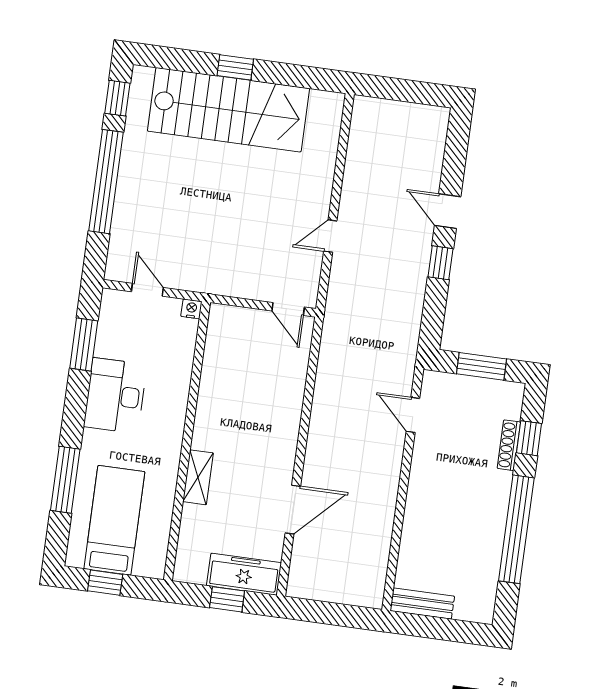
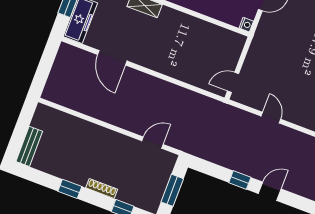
shoe rack: (509, 445) -> (102, 189), moved
window: (516, 529) -> (70, 189), width x0.32
bench: (422, 603) -> (29, 146), moved

